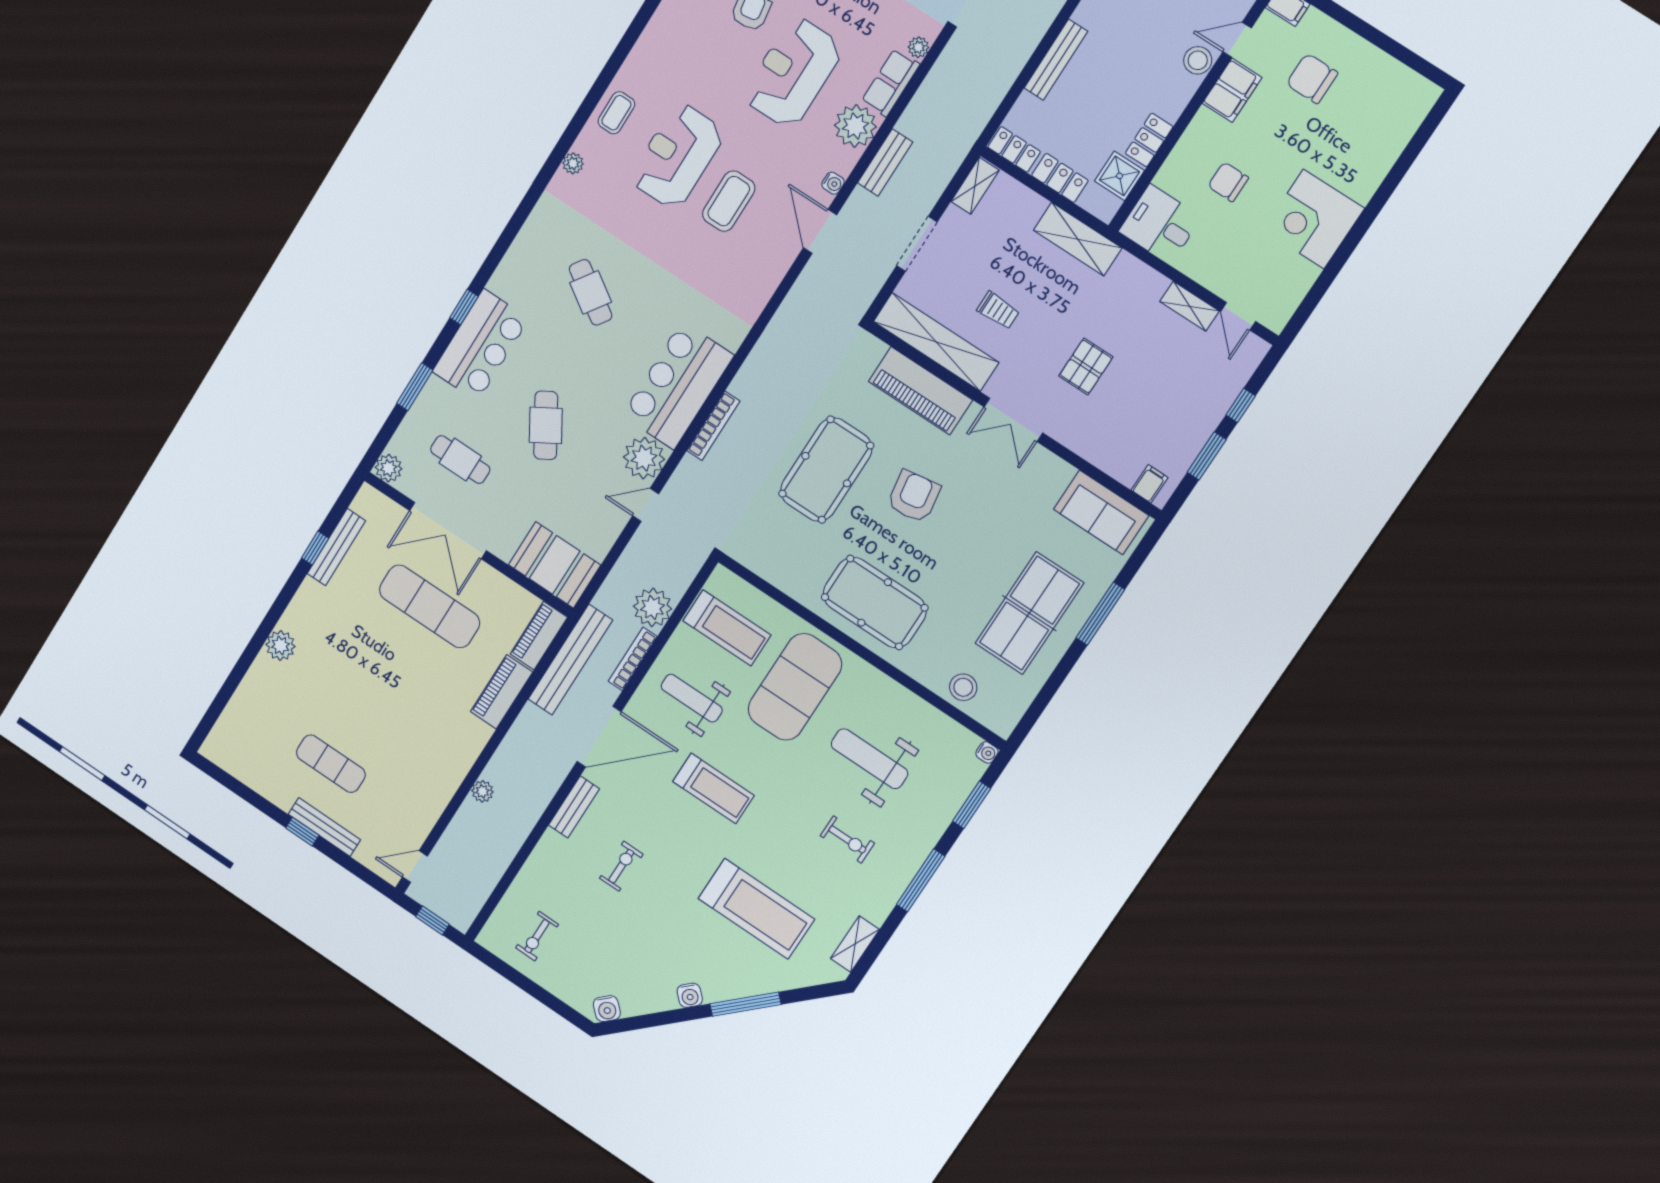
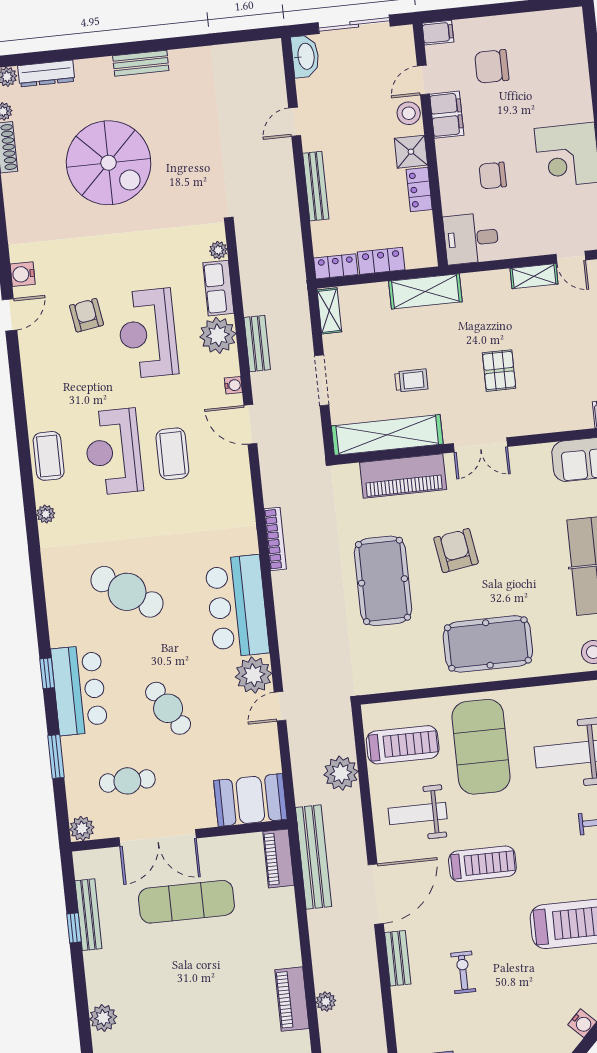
coffee table: (616, 113) -> (49, 456), width x1.36, depth x1.30
shower: (1119, 176) -> (411, 152), moved
cafe table: (591, 292) -> (127, 592), width x1.37, depth x1.35
bookcase: (713, 426) -> (275, 539), moved
bookcase: (633, 659) -> (356, 820), removed
piano: (501, 692) -> (292, 999), moved

